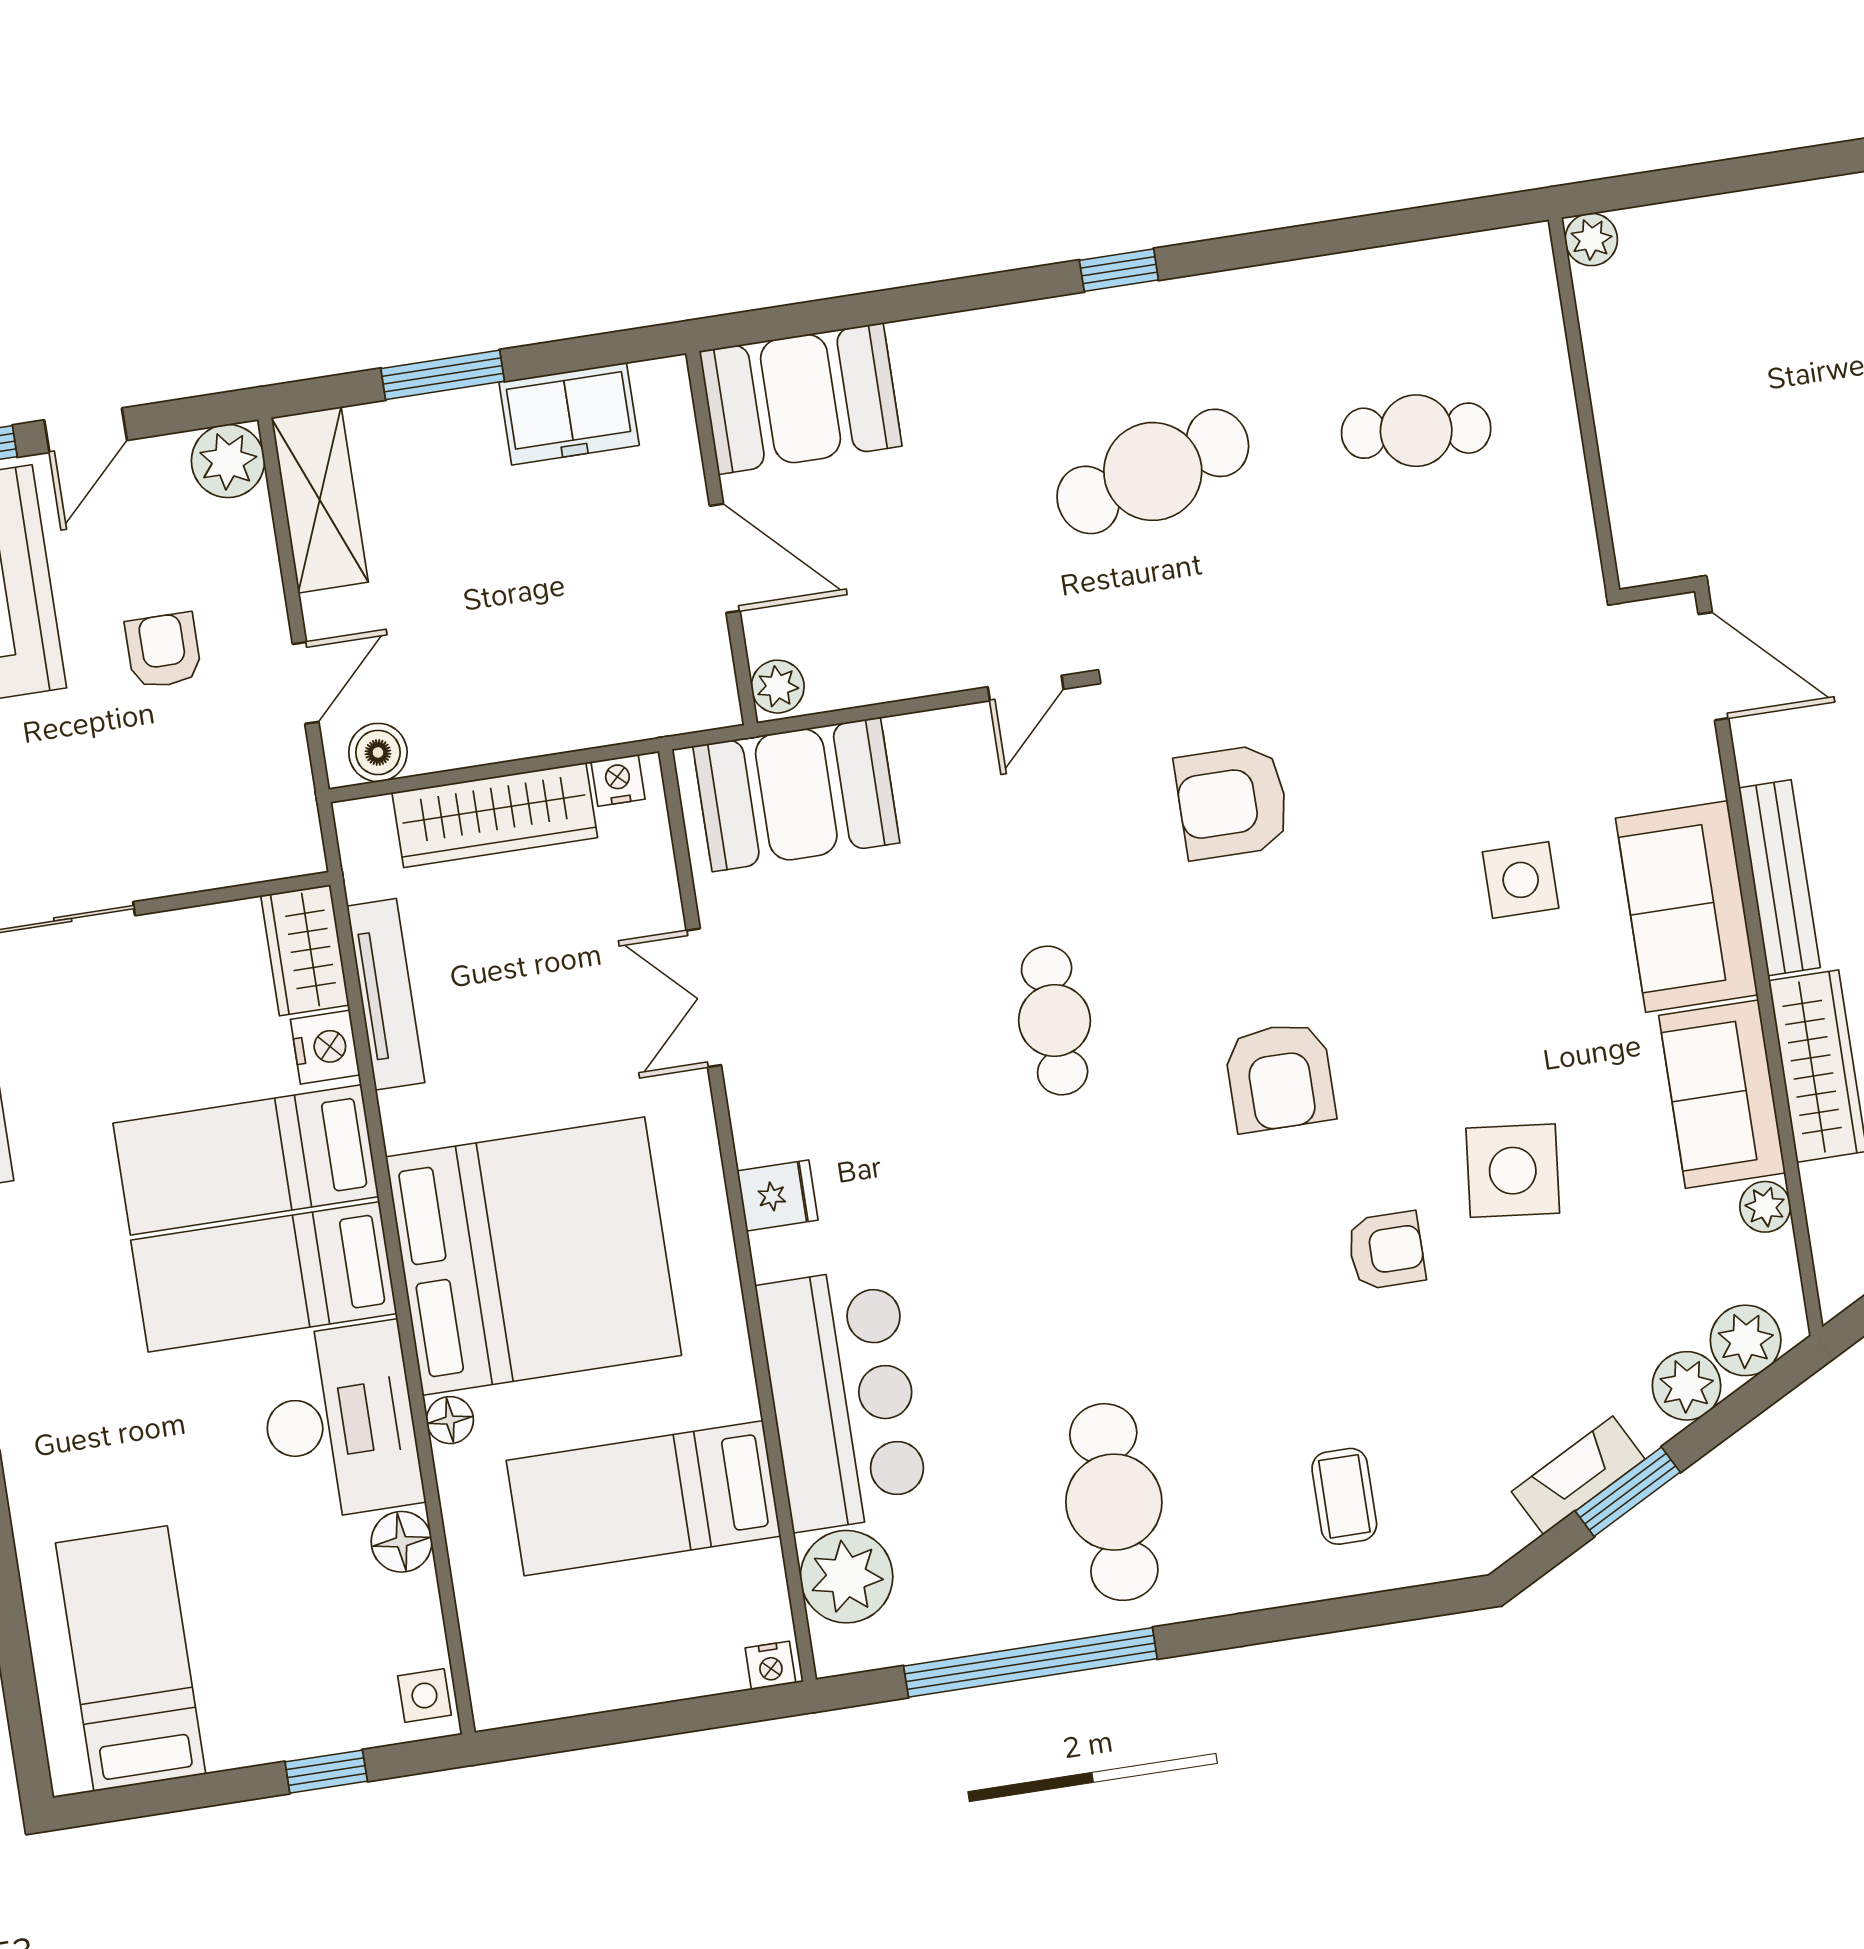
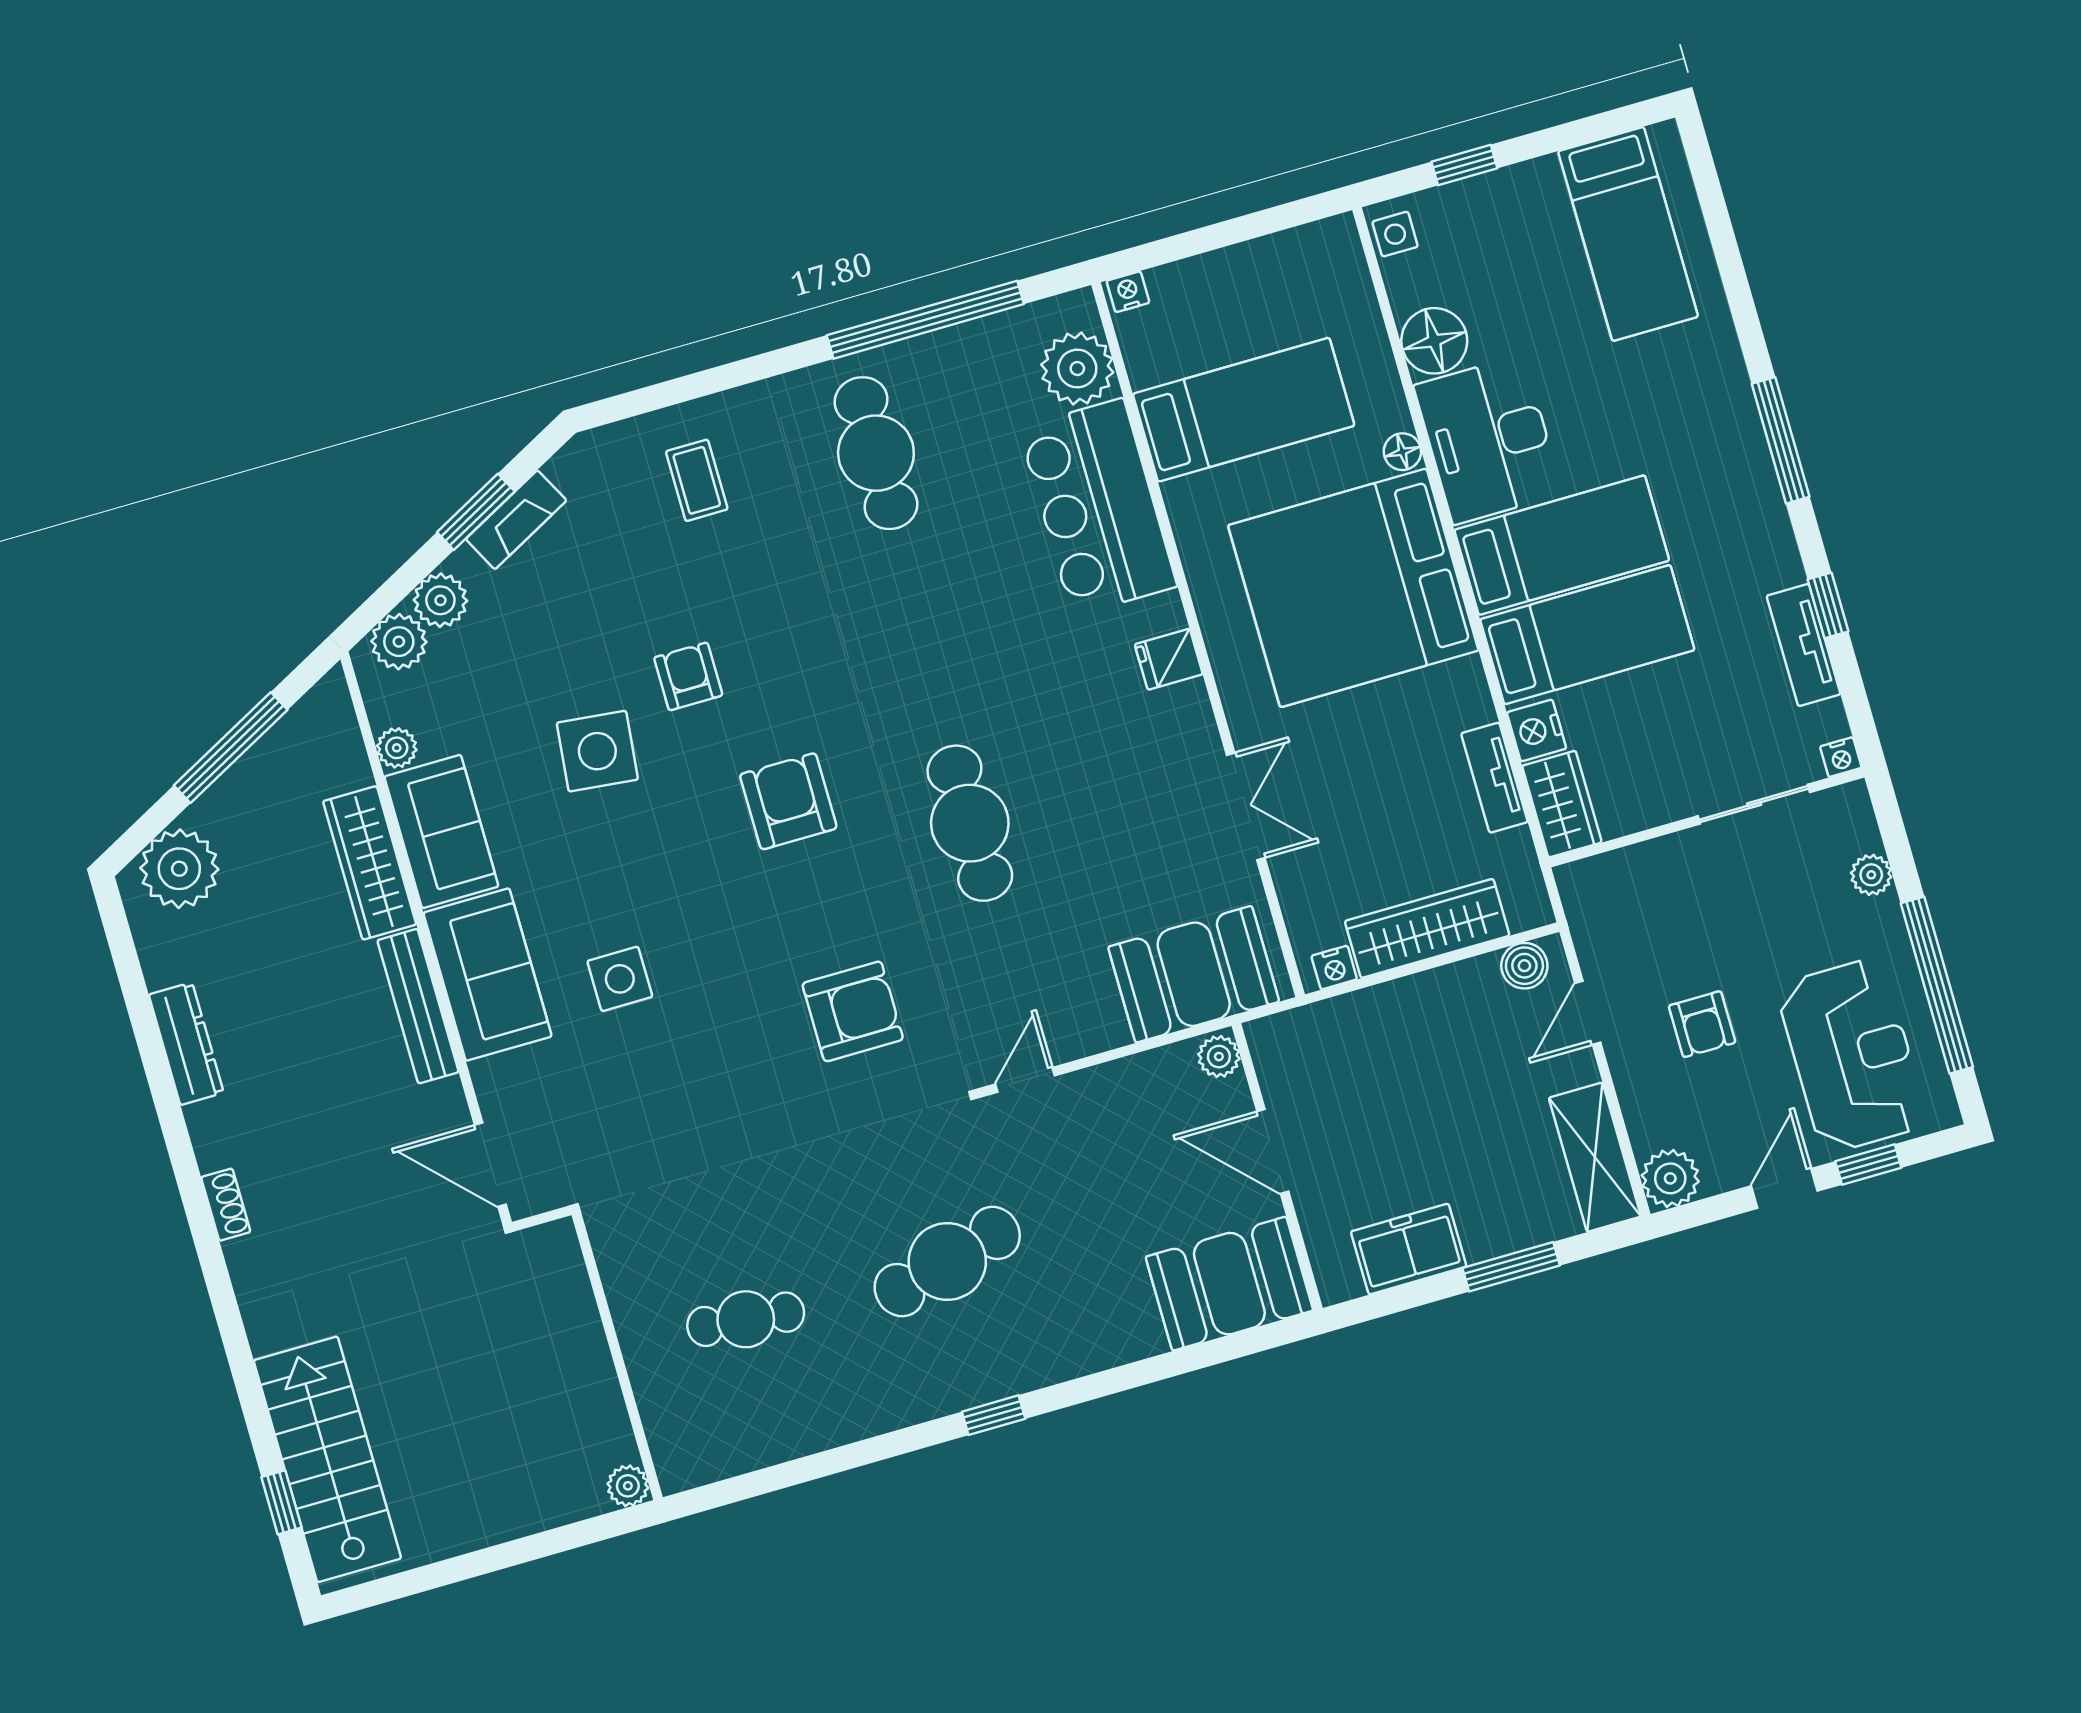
tv unit: (386, 994) -> (1494, 778), width x0.71
cafe table: (1055, 1020) -> (970, 823), width x1.37, depth x1.35
armchair: (1386, 1250) -> (688, 676), turned 90
floor lamp: (402, 1542) -> (1434, 341), width x1.38, depth x1.38

